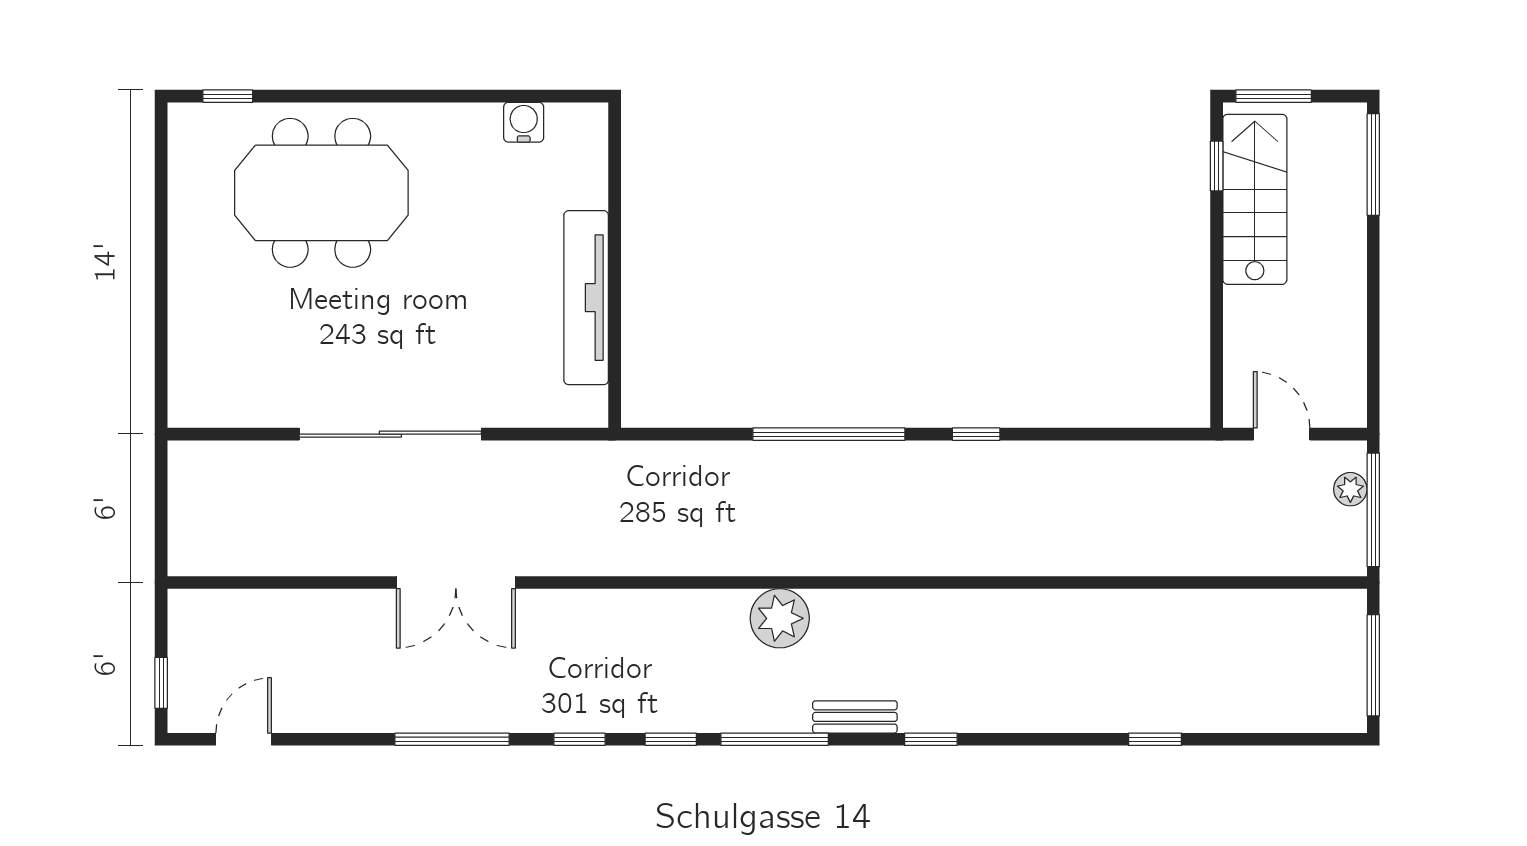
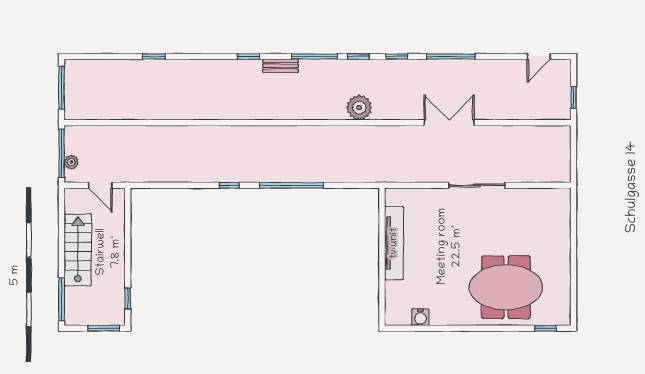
stairs: (1255, 199) -> (78, 250), moved, turned 180
sliding door: (390, 434) -> (477, 185), width x0.73
plant: (780, 618) -> (359, 108), moved
window: (161, 683) -> (574, 97), moved

